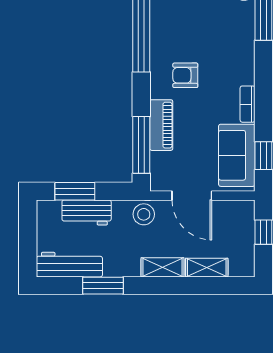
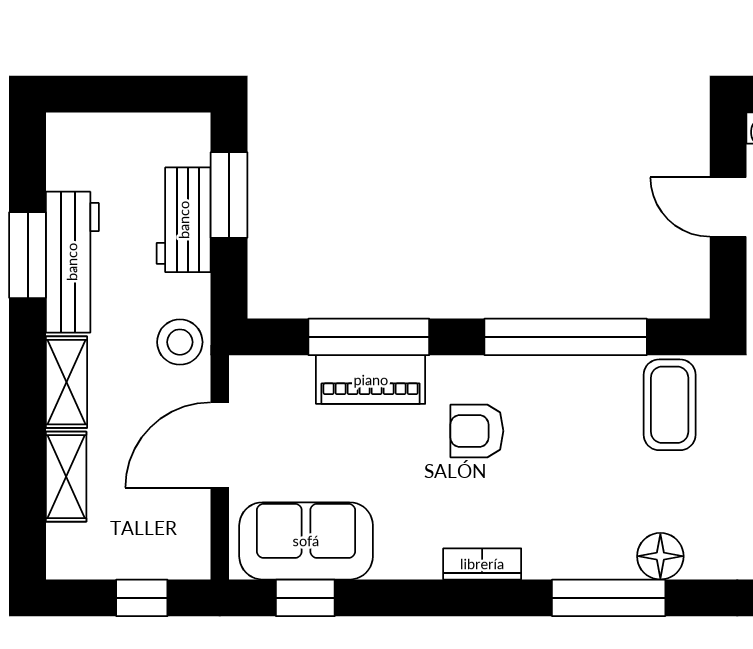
armchair: (185, 75) -> (477, 431), turned -90
bookcase: (248, 104) -> (482, 564), moved
window: (141, 145) -> (369, 337), moved
workbench: (69, 265) -> (72, 262), moved

